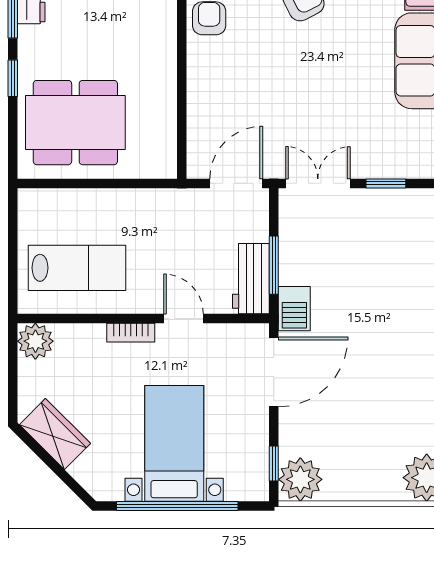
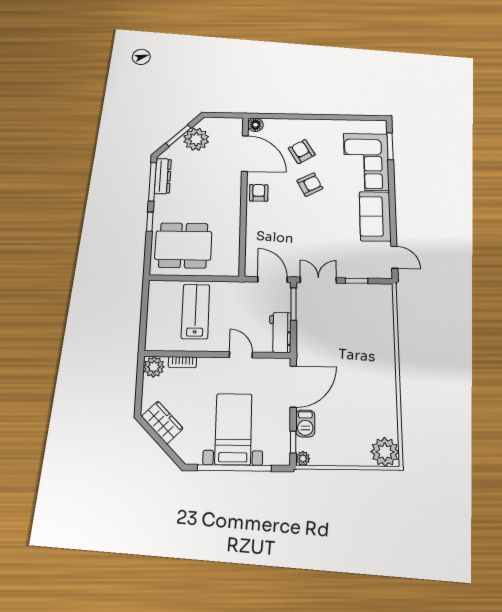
door: (236, 183) -> (272, 279), hinge flipped
window: (274, 265) -> (294, 304), moved
lab bench: (77, 268) -> (196, 312), moved, turned -90
barbecue: (294, 309) -> (305, 423), moved
bookcase: (131, 333) -> (182, 362), moved
plant: (300, 479) -> (303, 458), width x0.53, depth x0.53

